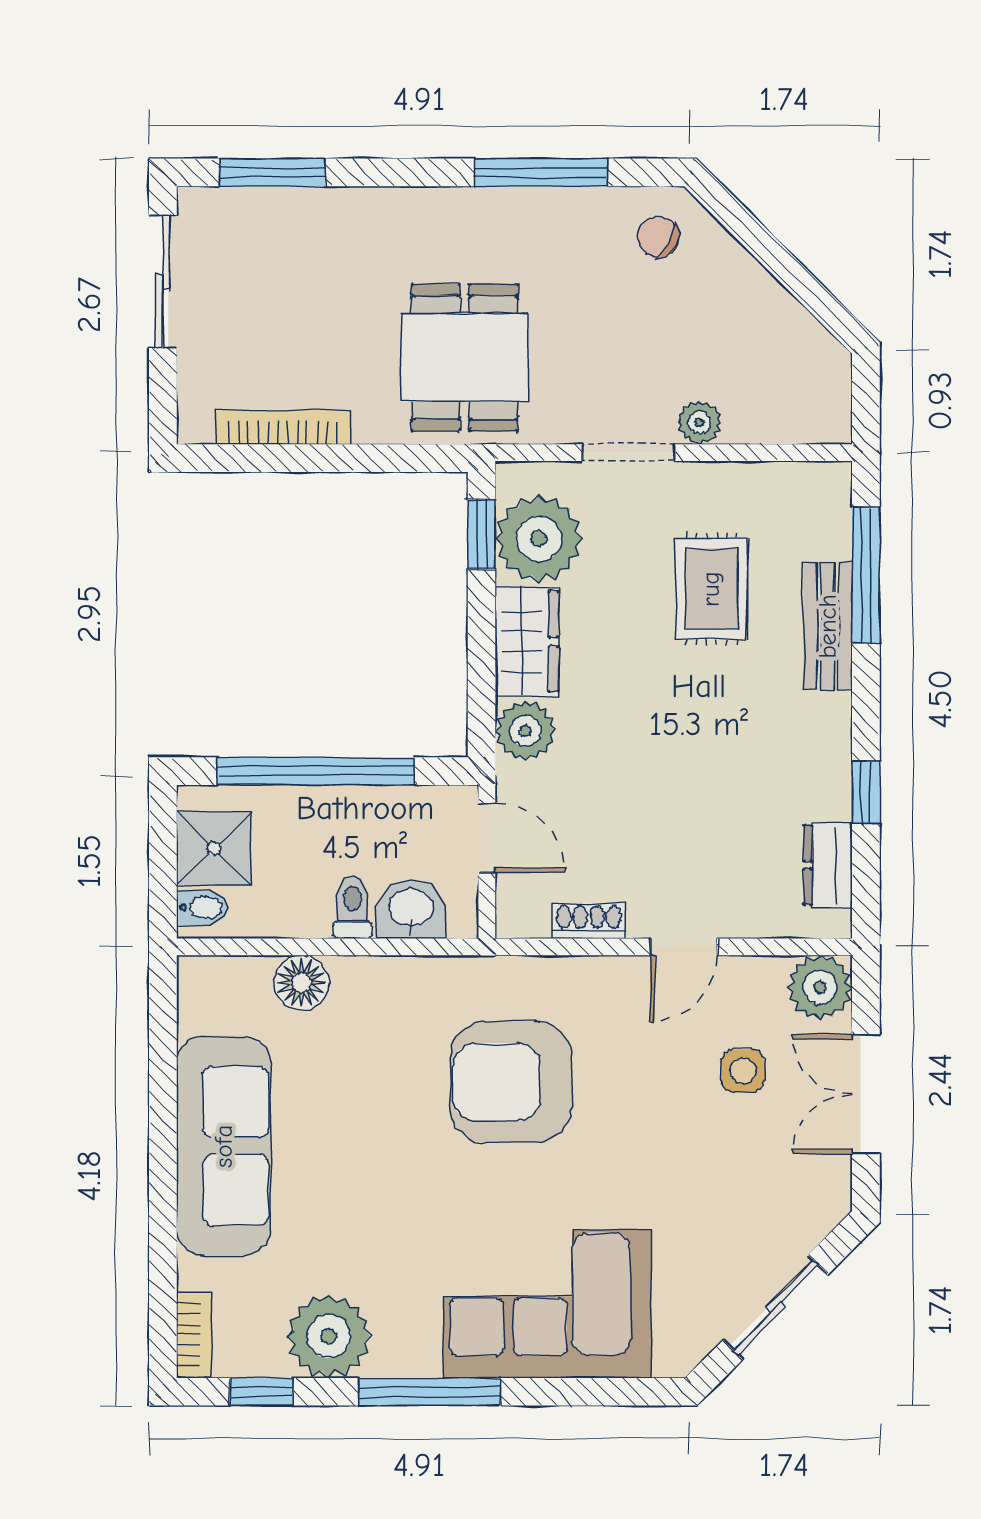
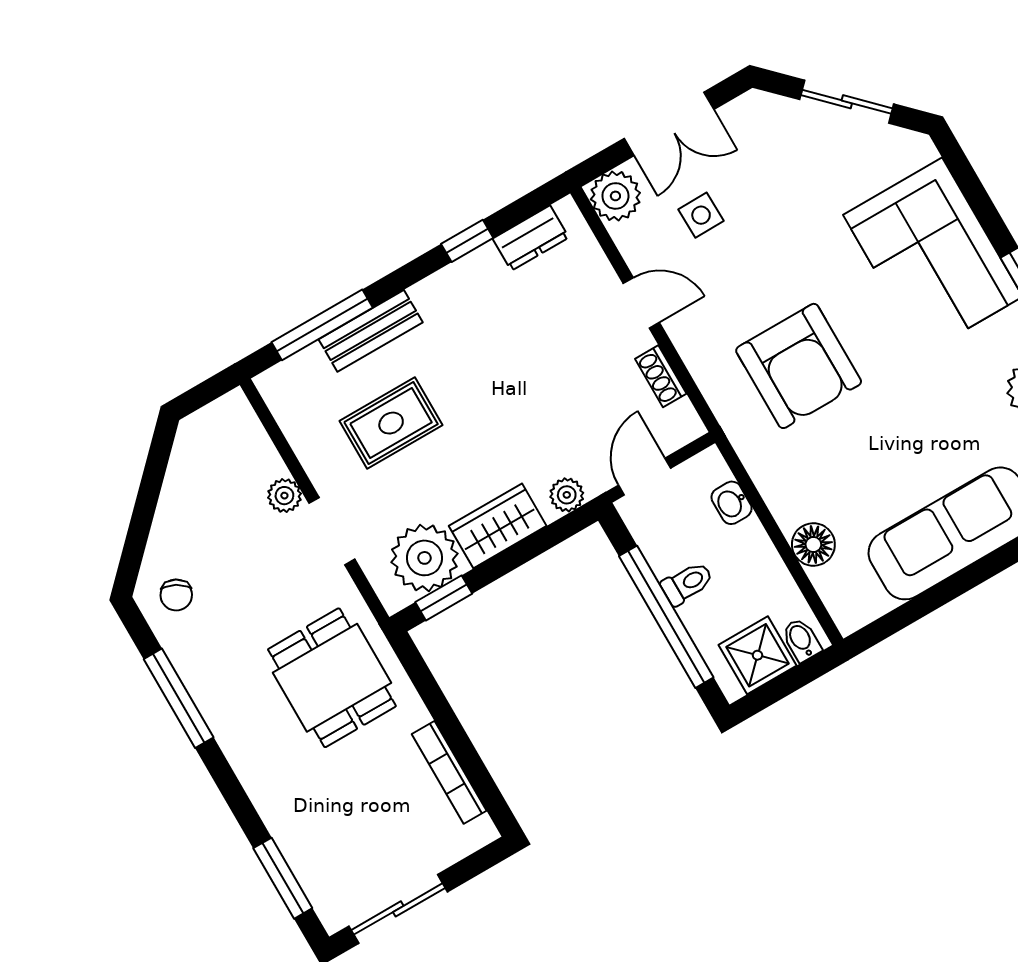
dining table: (465, 357) -> (332, 678), turned 90
plant: (525, 731) -> (567, 495), width x0.73, depth x0.73
toilet: (352, 907) -> (687, 583), moved, turned 180
washbasin: (411, 909) -> (732, 503), width x0.72, depth x0.69

